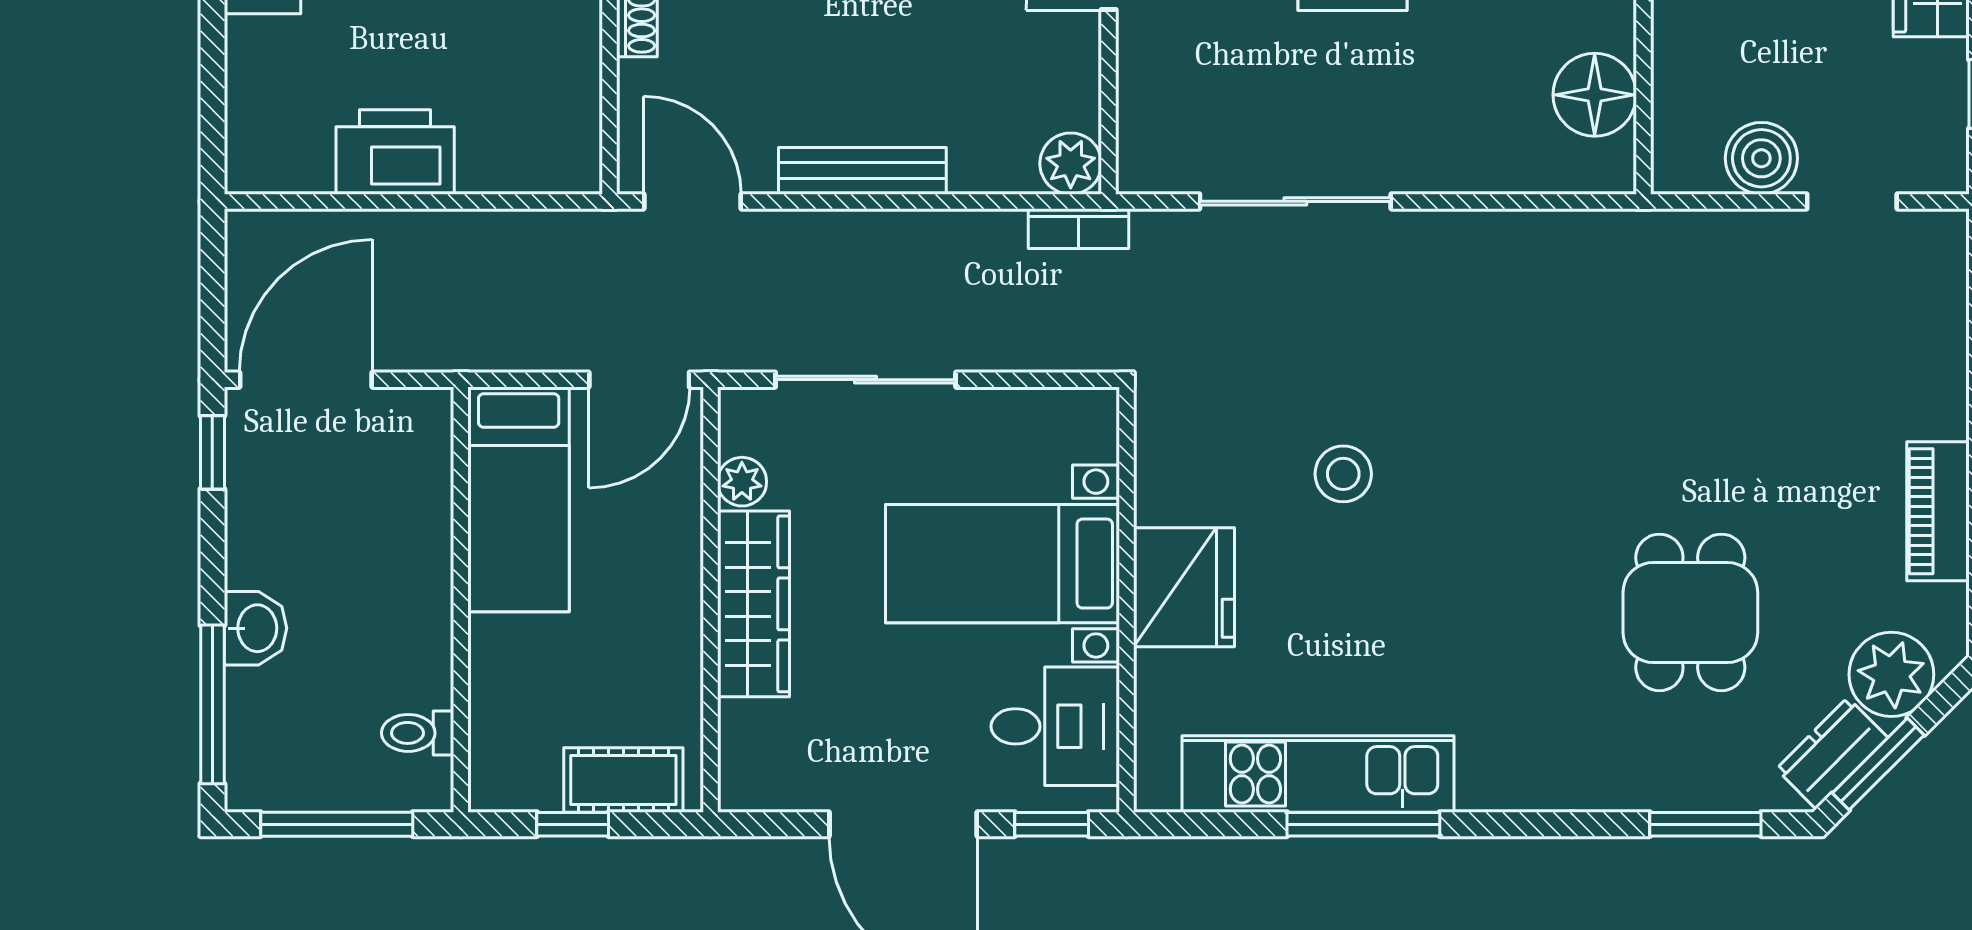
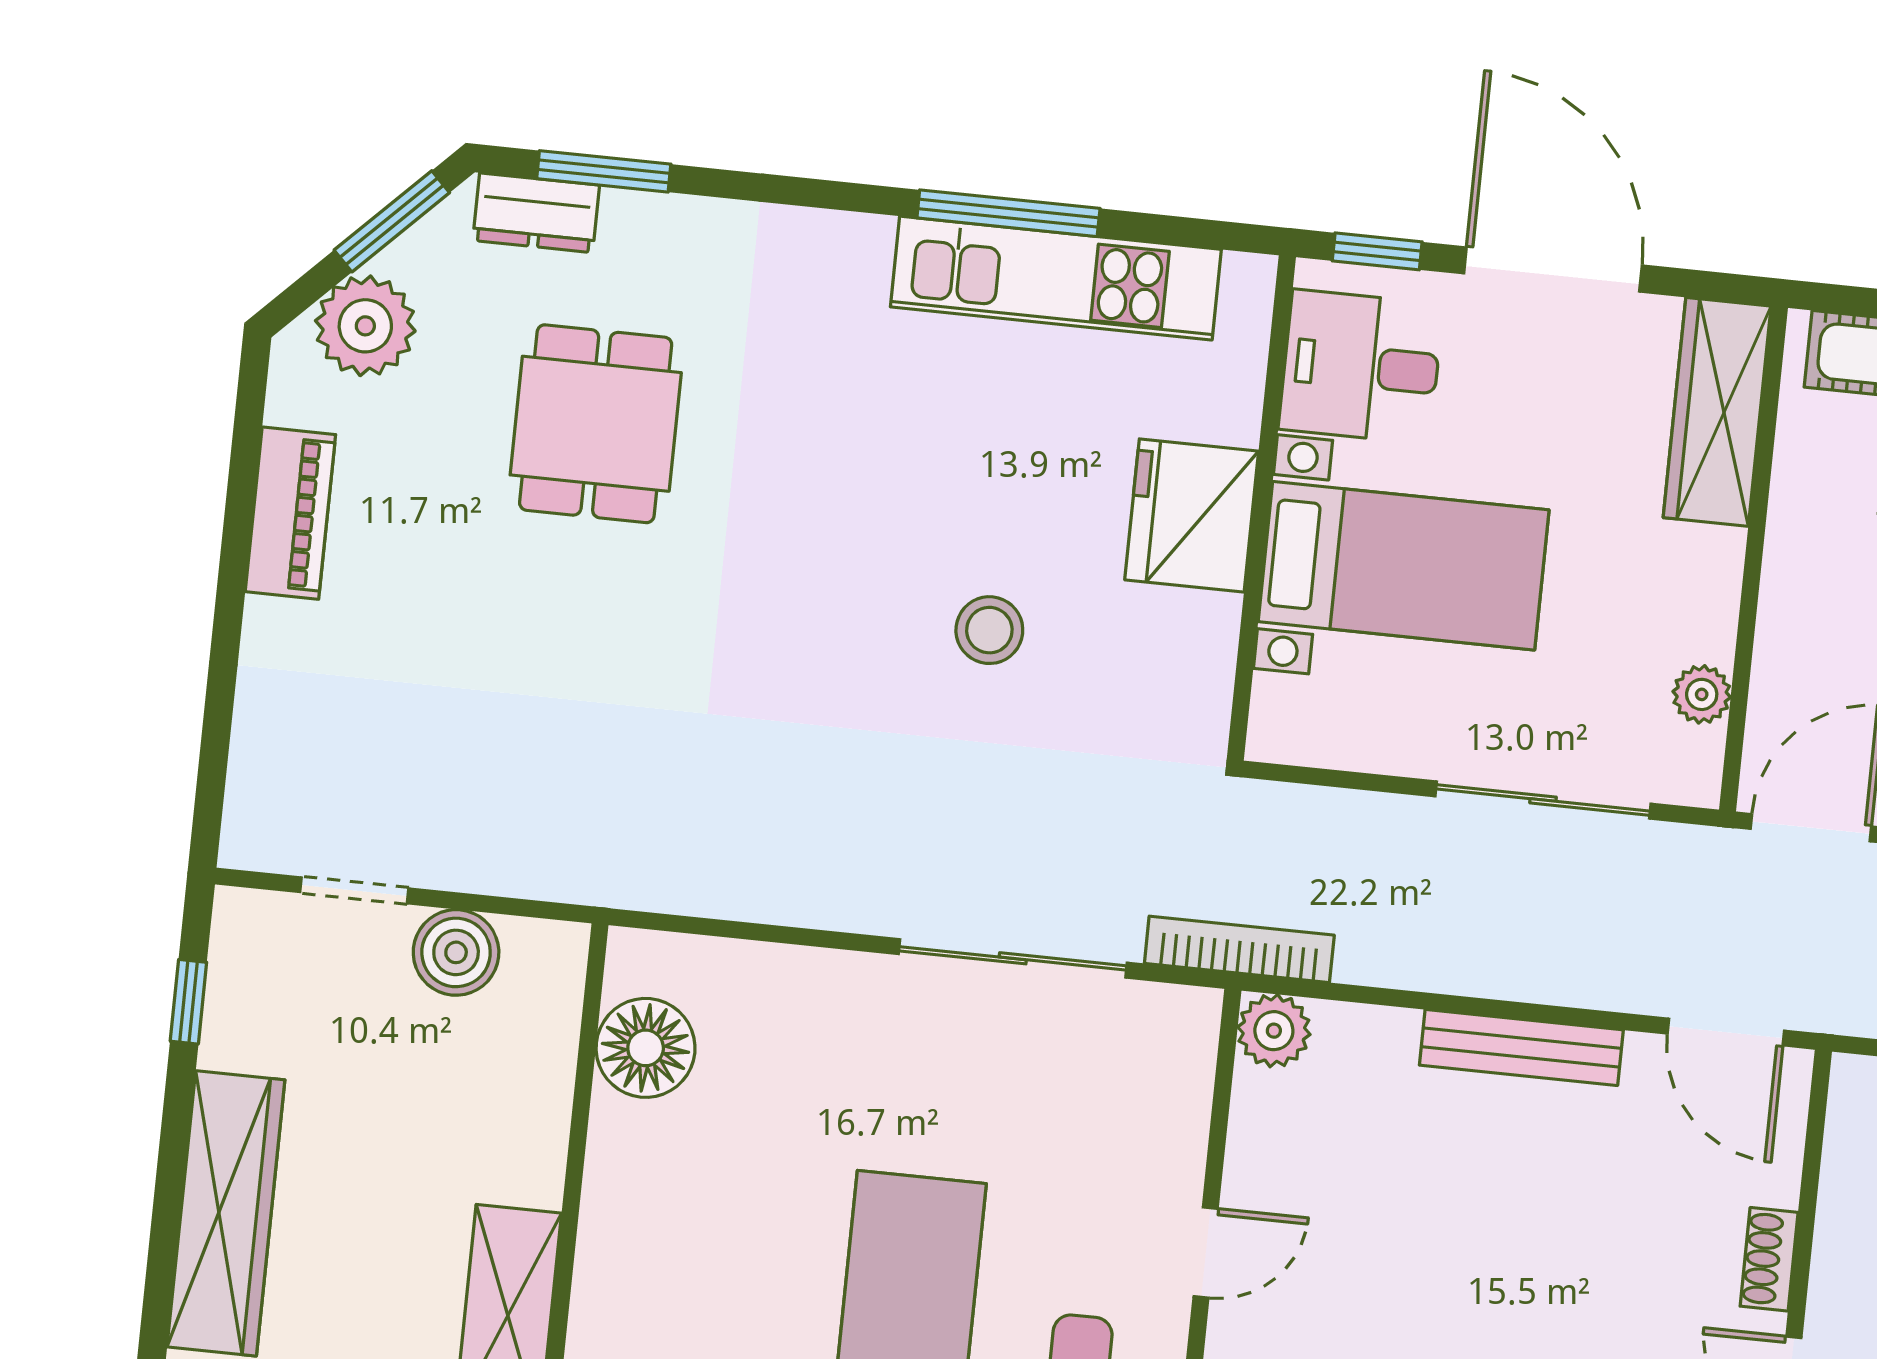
bookcase: (1078, 229) -> (1239, 949), width x1.56
wardrobe: (754, 604) -> (1717, 412), moved
dresser: (1832, 753) -> (536, 213), moved, turned 45

